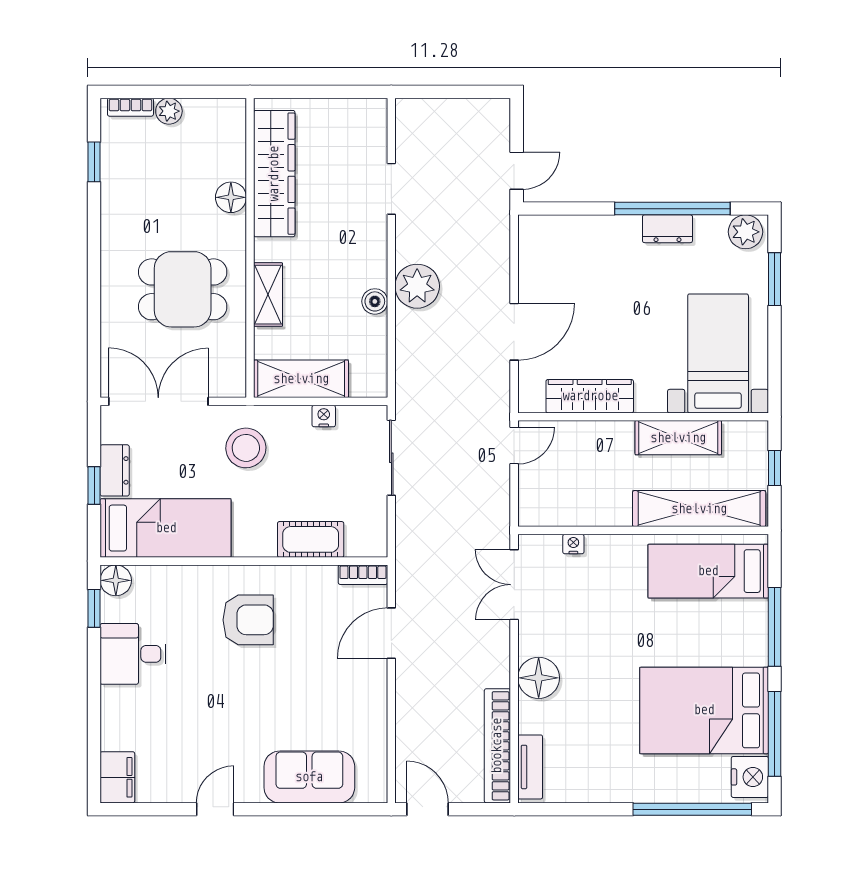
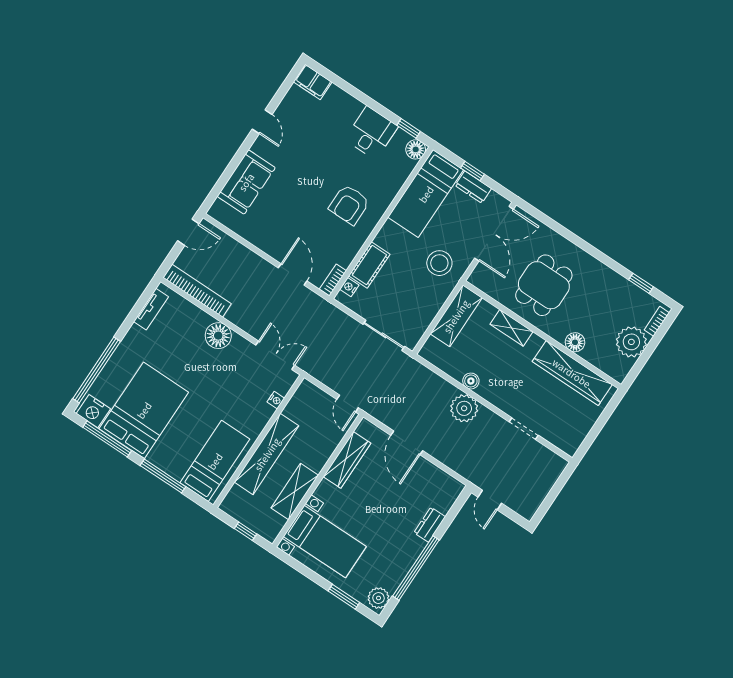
plant: (169, 111) -> (631, 342), width x1.88, depth x1.88
dresser: (667, 229) -> (430, 525), moved
nightstand: (324, 416) -> (349, 287), moved, turned 180
shelving: (699, 509) -> (267, 454), moved
tv unit: (530, 767) -> (151, 309), moved, turned -90

